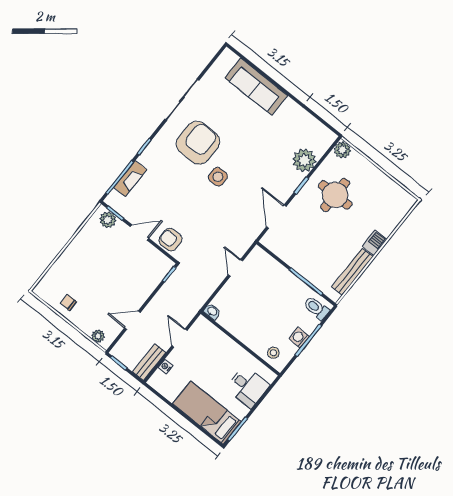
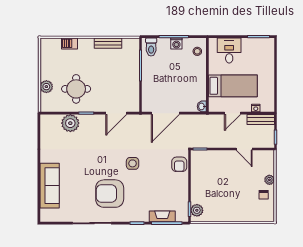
plant: (342, 150) -> (46, 87), moved
side table: (218, 177) -> (133, 163), moved
door: (139, 232) -> (189, 186), removed
barbecue: (375, 243) -> (70, 43), moved
door: (235, 268) -> (165, 113), width x1.88
bench: (352, 272) -> (108, 43), width x0.73
plant: (98, 336) -> (269, 180), moved
bed: (207, 413) -> (233, 86), moved, turned -90

